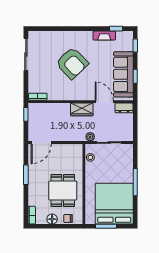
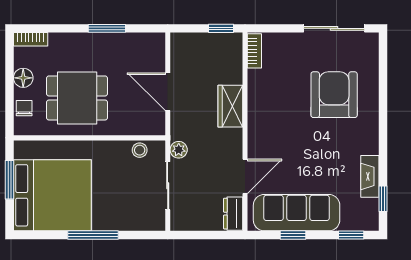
armchair: (72, 63) -> (334, 95), moved, turned 134
wardrobe: (82, 109) -> (230, 106), moved
door: (41, 143) -> (168, 92), moved

